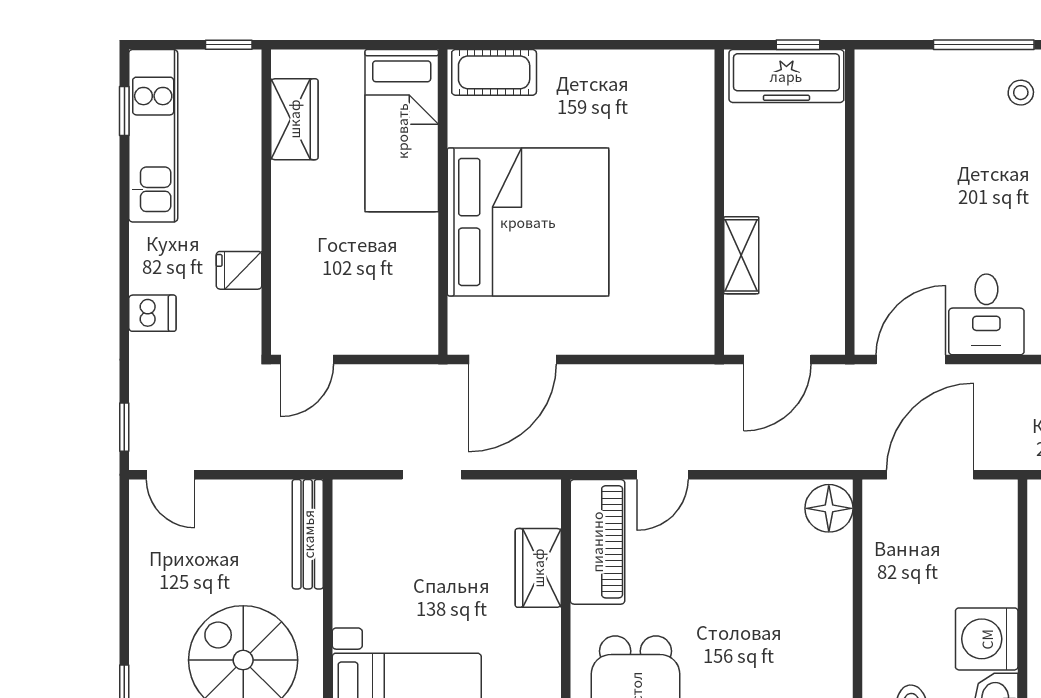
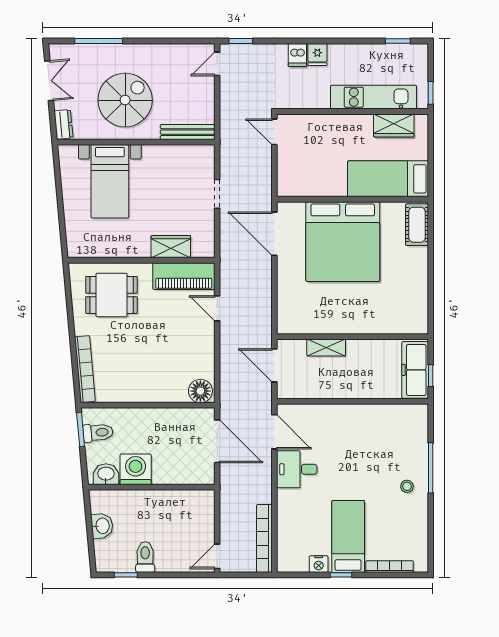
kitchen unit: (153, 136) -> (374, 97), moved, turned 180
fridge: (239, 270) -> (317, 55), moved, turned 180

